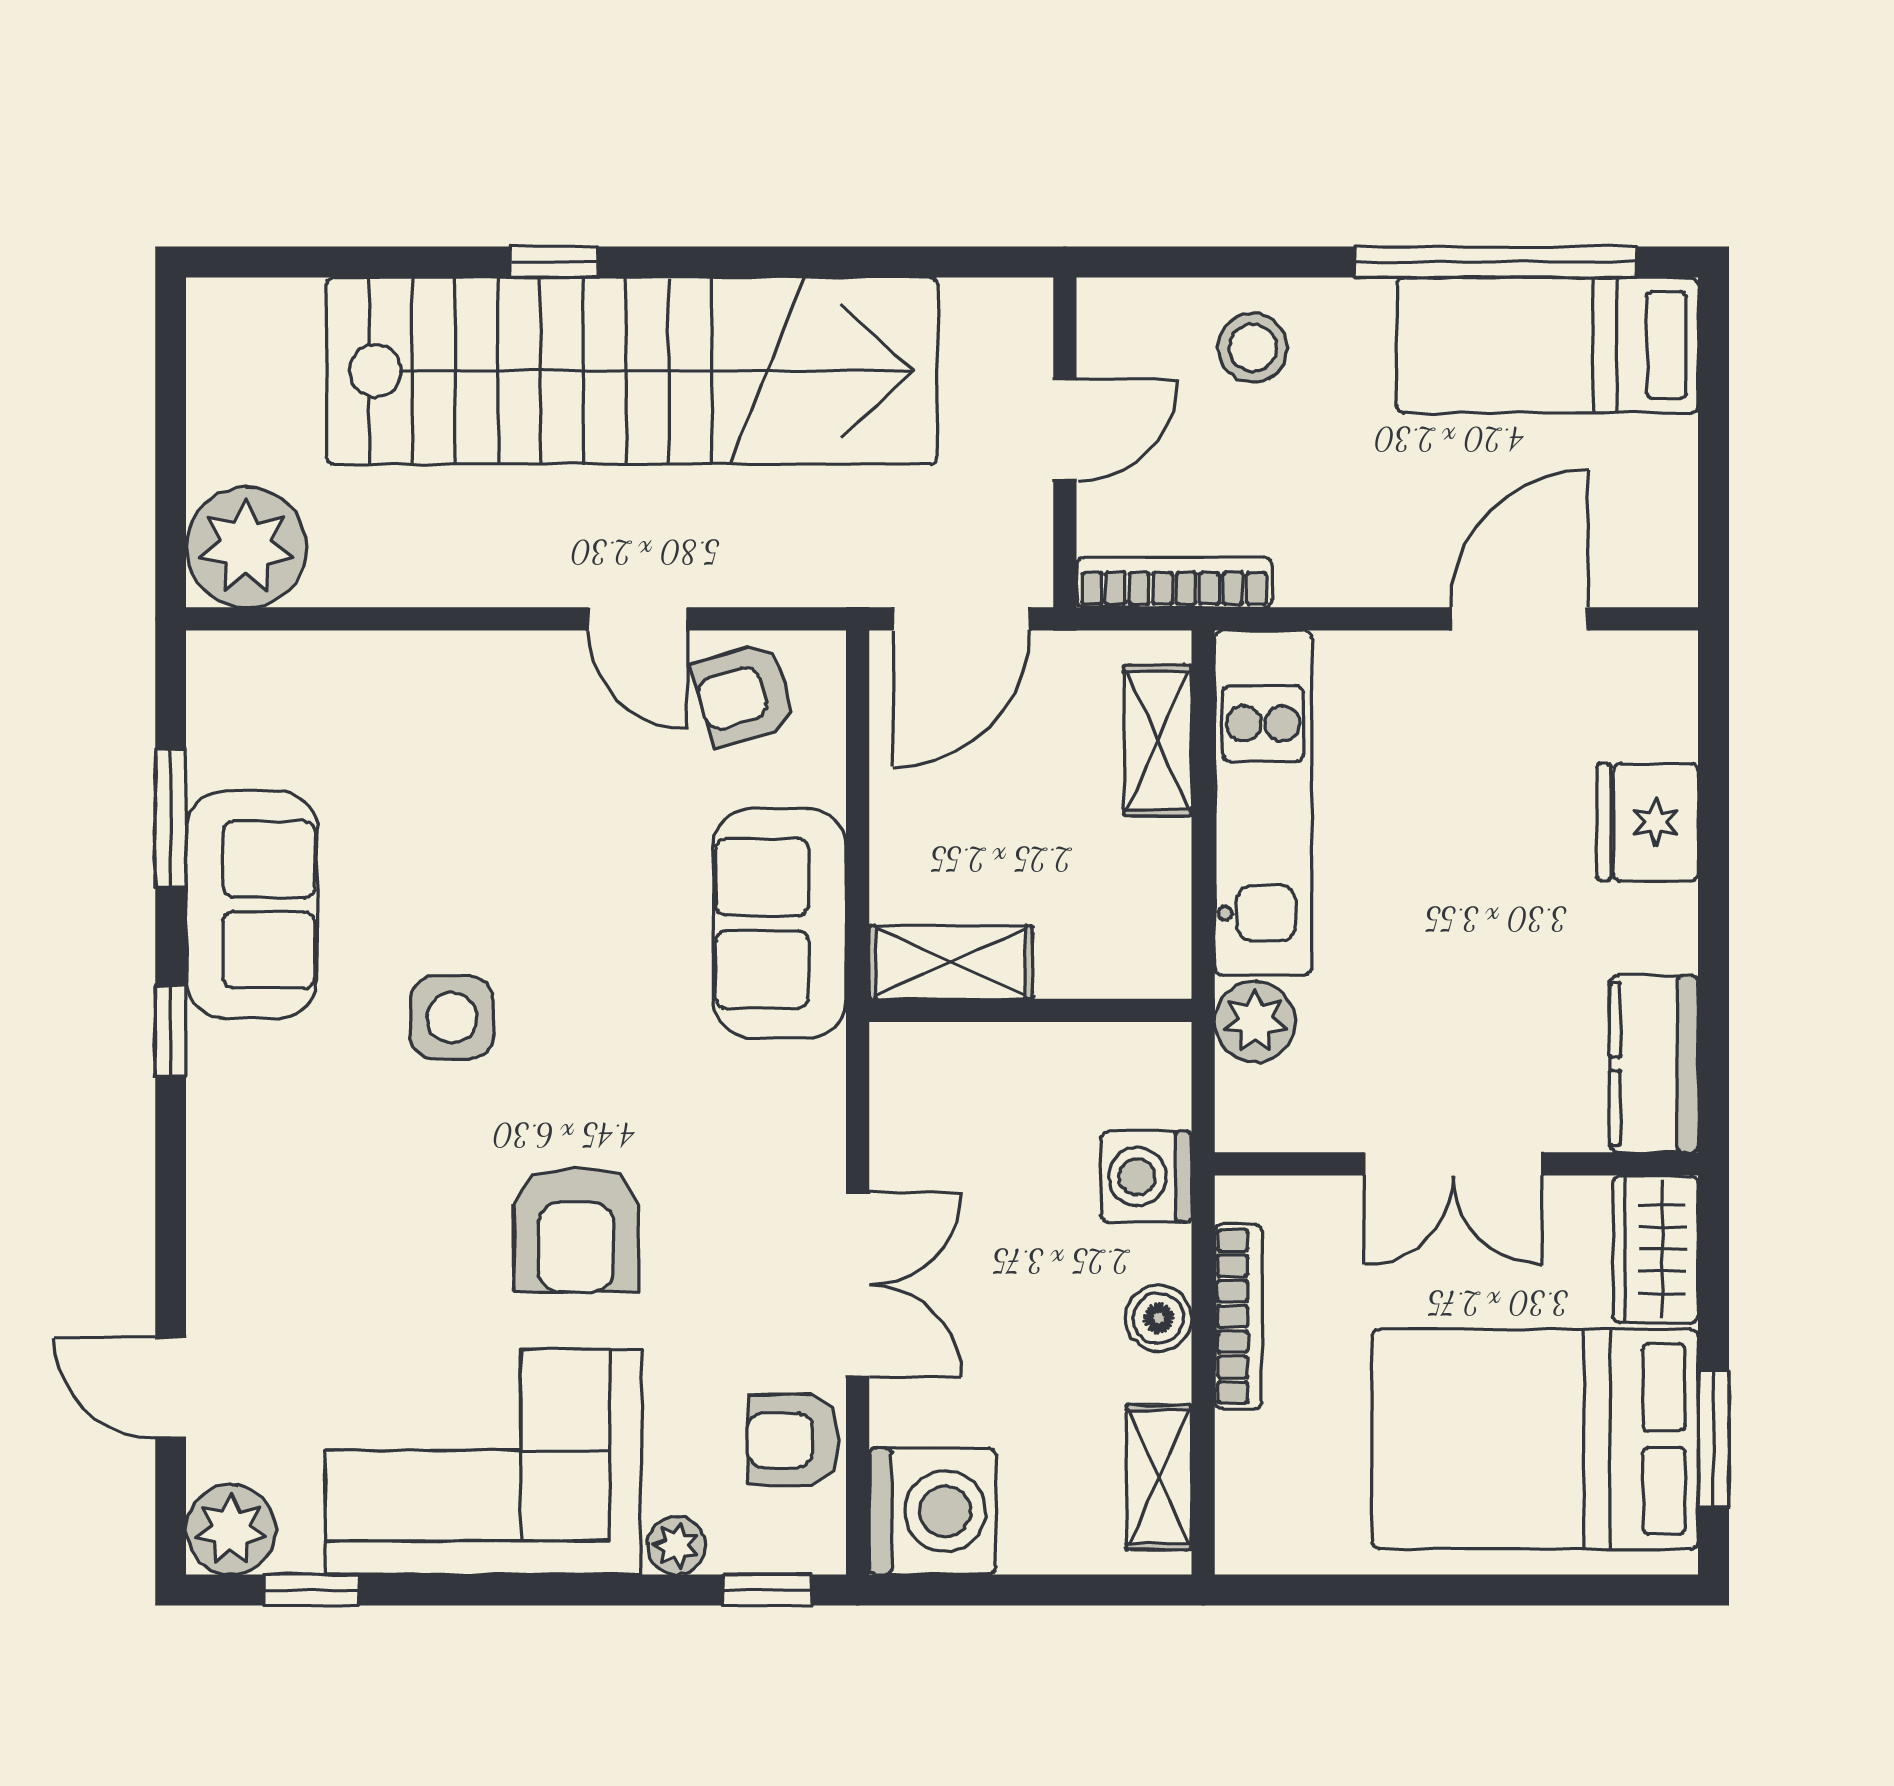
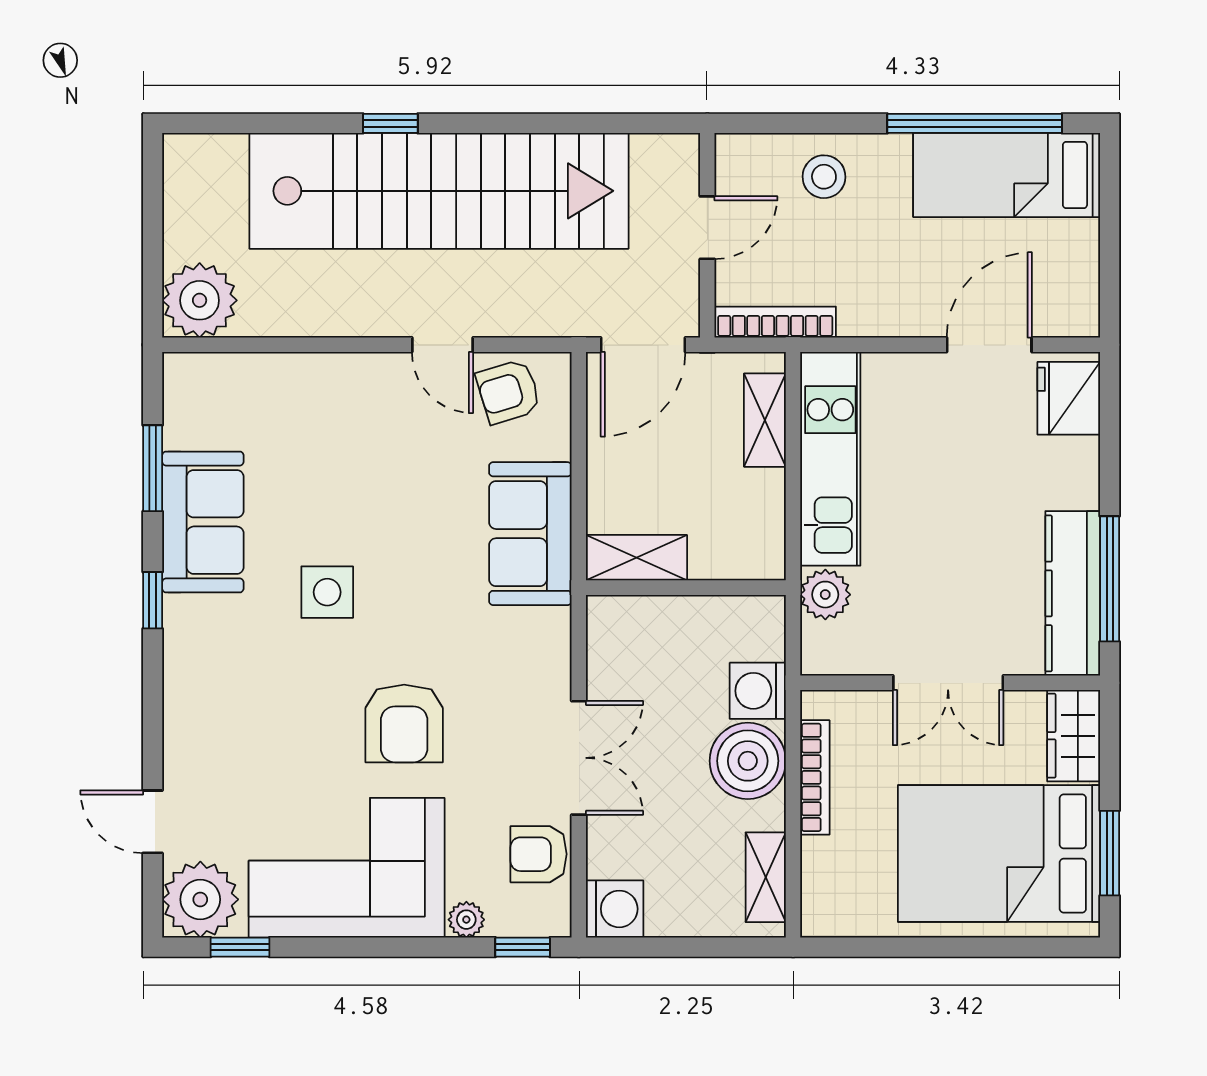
fridge: (1648, 822) -> (1069, 398), moved
window: (1714, 996) -> (1110, 579), added
kitchen counter: (1654, 1064) -> (1073, 593), width x1.50
boiler: (1159, 1318) -> (748, 761), width x1.86, depth x1.86
washing machine: (933, 1511) -> (615, 909), width x0.73, depth x0.73
plant: (231, 1530) -> (200, 899), width x1.36, depth x1.36

